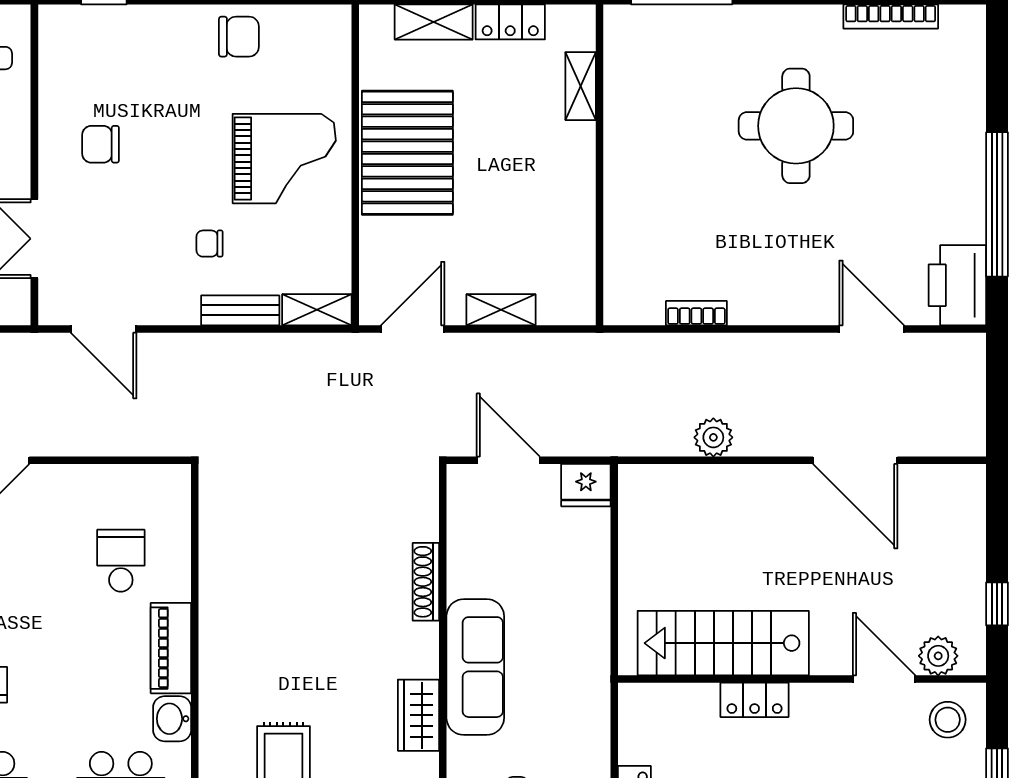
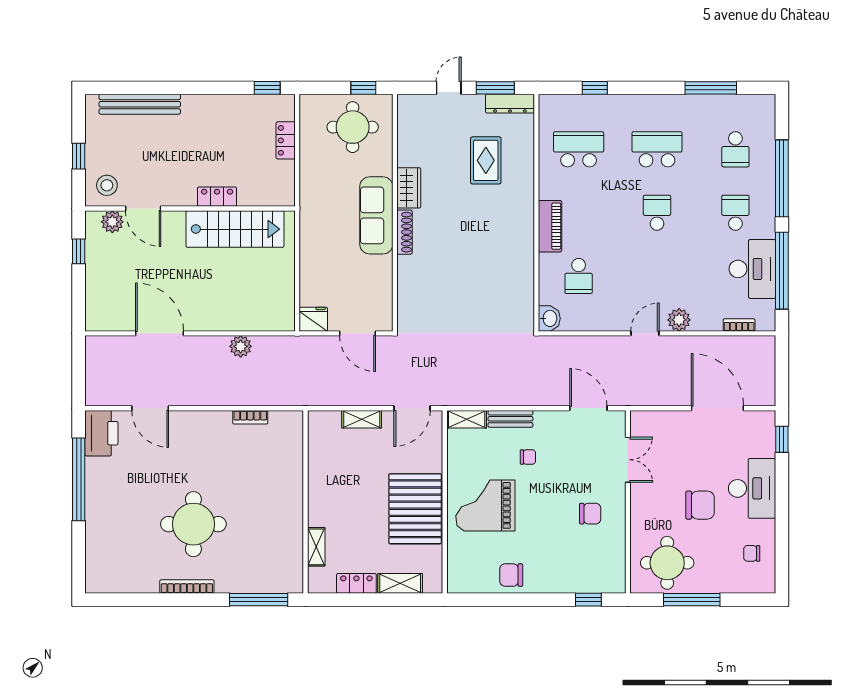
bookcase: (891, 17) -> (187, 586), moved
shoe rack: (426, 582) -> (405, 232), moved
washbasin: (172, 719) -> (549, 318), moved

